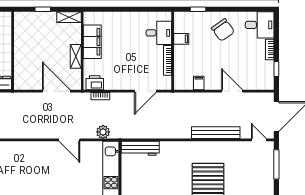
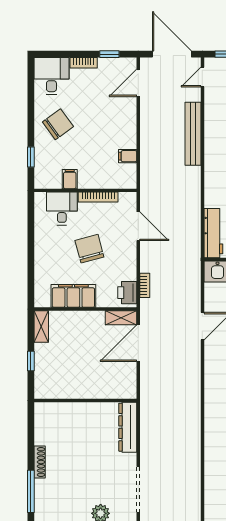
chair: (128, 54) -> (89, 249), added
shelving: (76, 56) -> (121, 318), moved
door: (232, 91) -> (138, 83), moved
plant: (103, 132) -> (192, 282), removed

